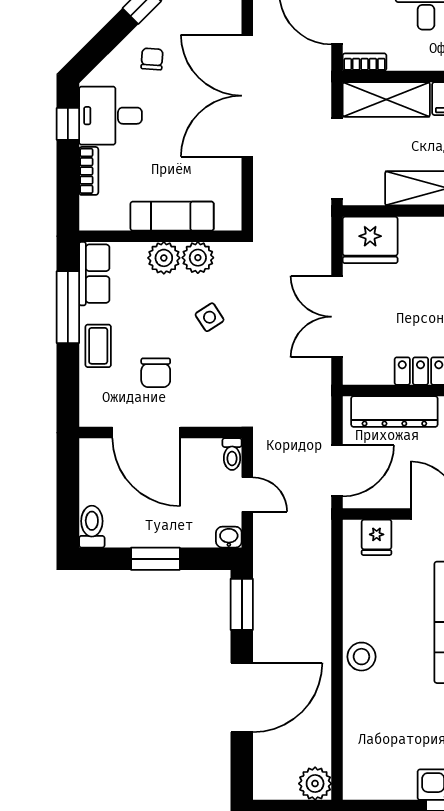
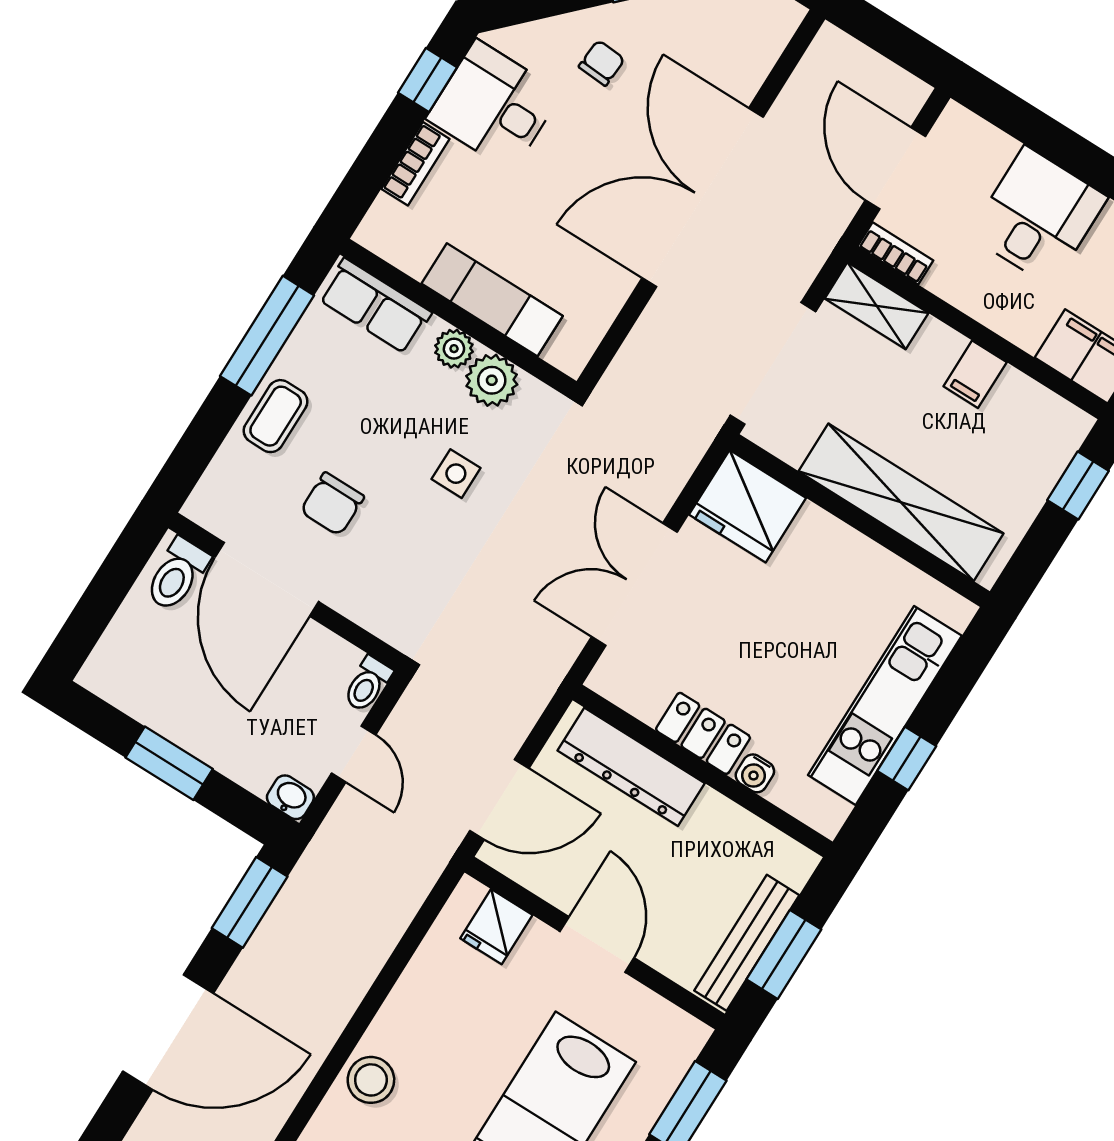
shelving: (386, 100) -> (877, 306), width x0.67, depth x0.75
plant: (164, 258) -> (454, 349), width x0.73, depth x0.73
row of seats: (94, 274) -> (375, 306), moved, turned 90
side table: (210, 317) -> (456, 474), turned 33
toilet: (92, 527) -> (177, 575), moved, turned 180

